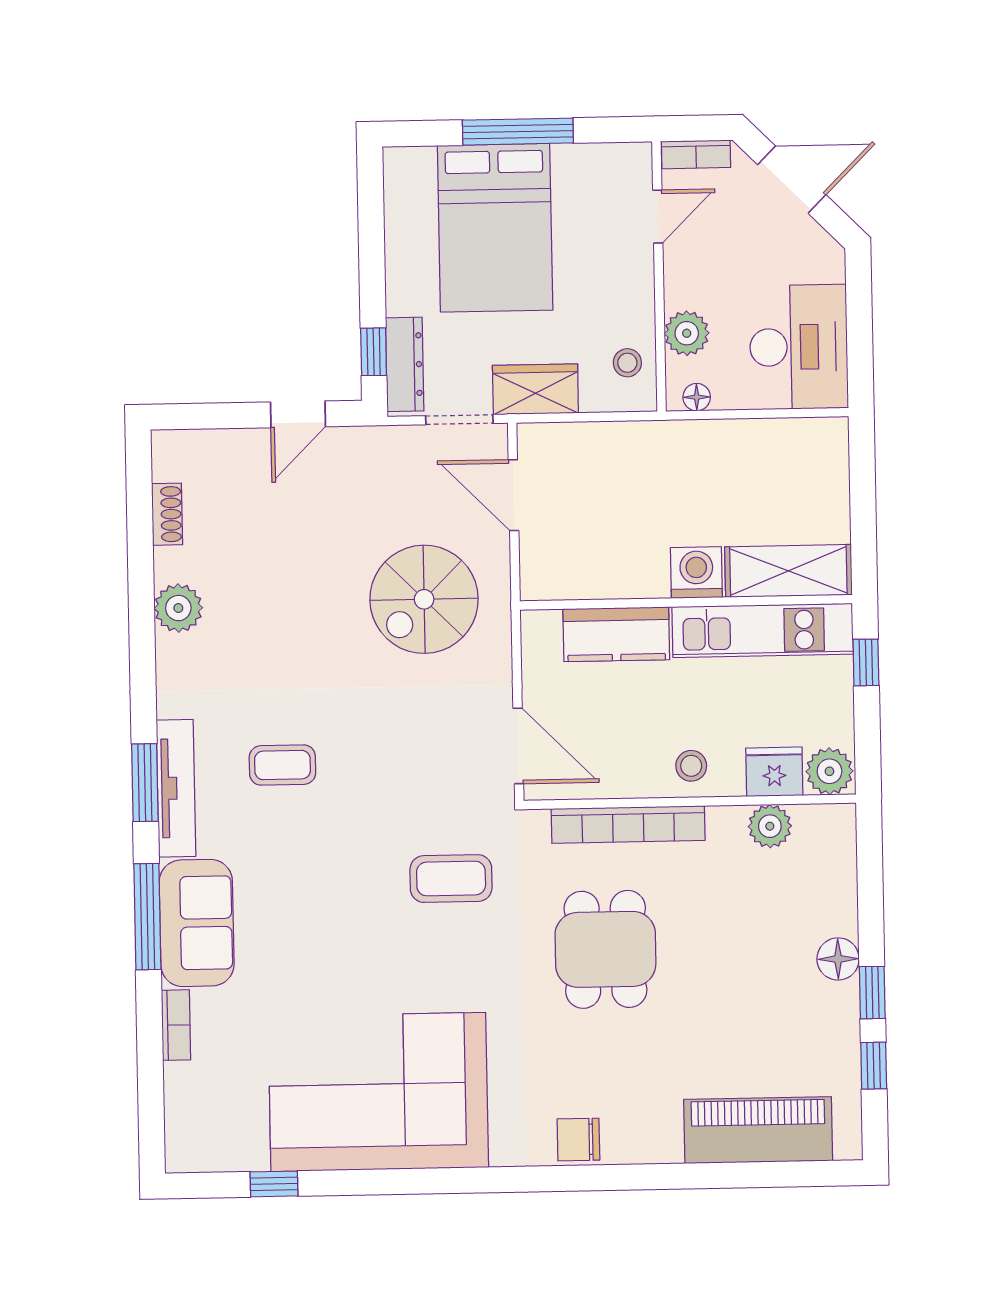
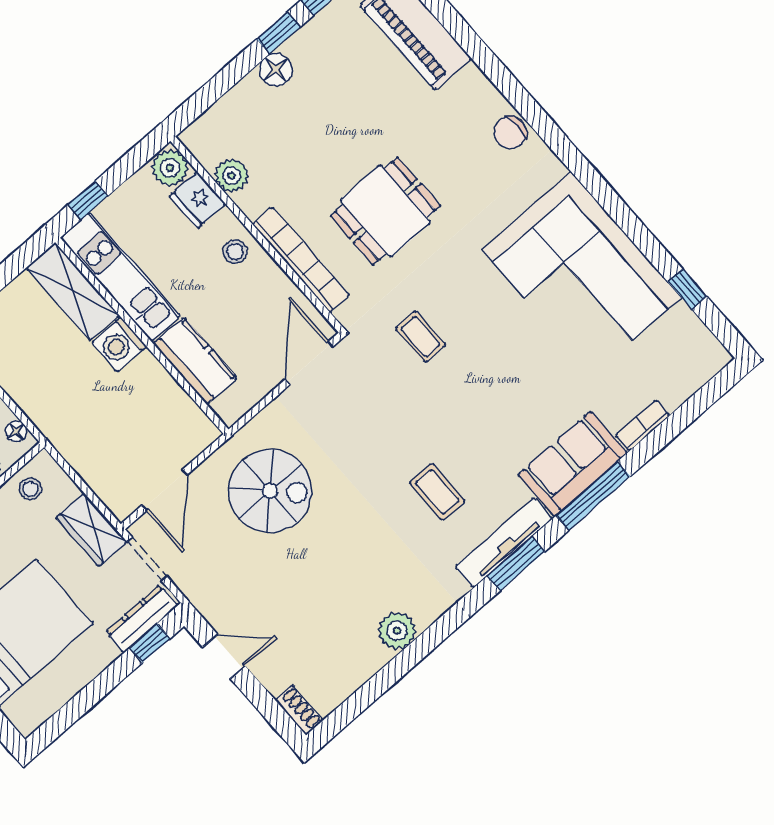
shoe rack: (167, 514) -> (299, 710), moved, turned 90
coffee table: (451, 879) -> (420, 337), width x0.73, depth x0.77
chair: (578, 1140) -> (510, 133), turned 90

